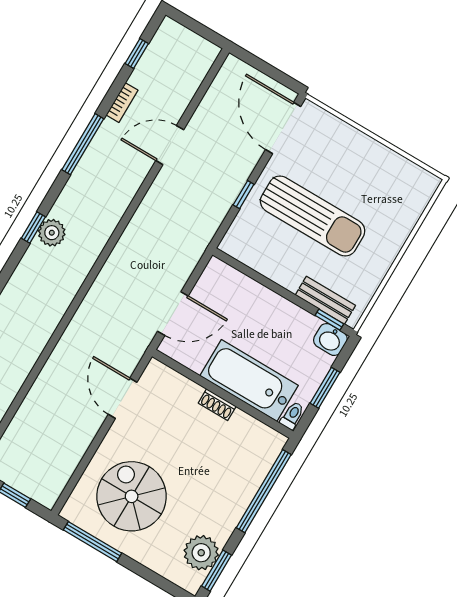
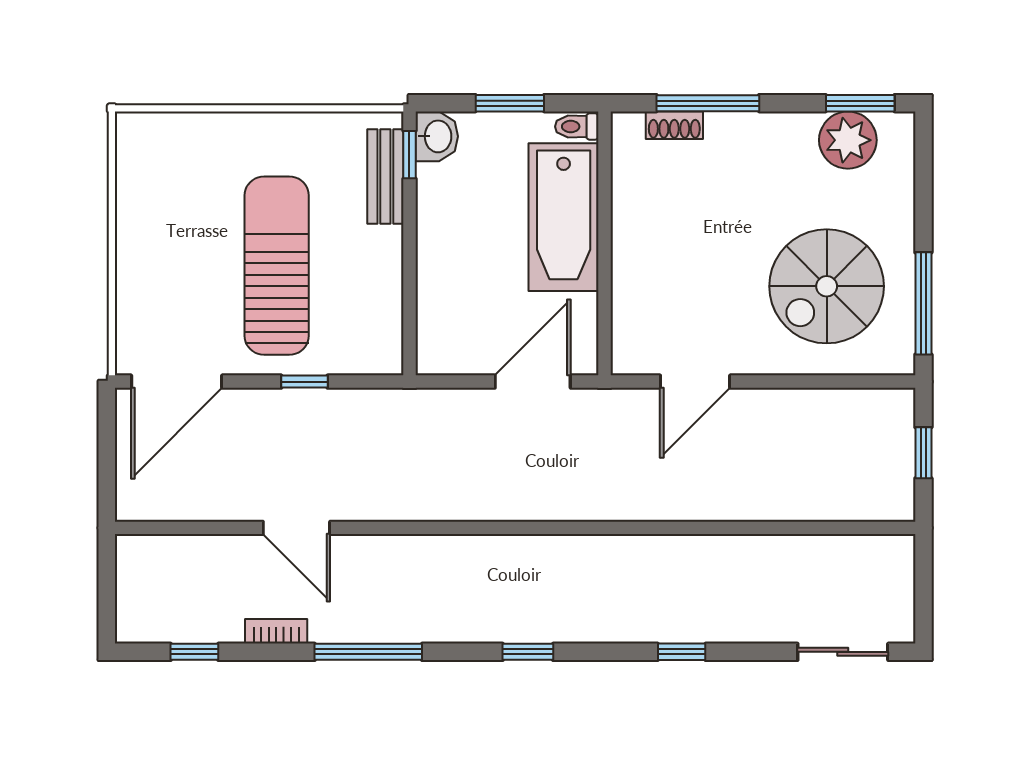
plant: (52, 233) -> (520, 621), removed
door: (173, 314) -> (533, 382), hinge flipped
shoe rack: (217, 405) -> (674, 125), moved, turned 90
window: (264, 491) -> (708, 103), width x0.68

